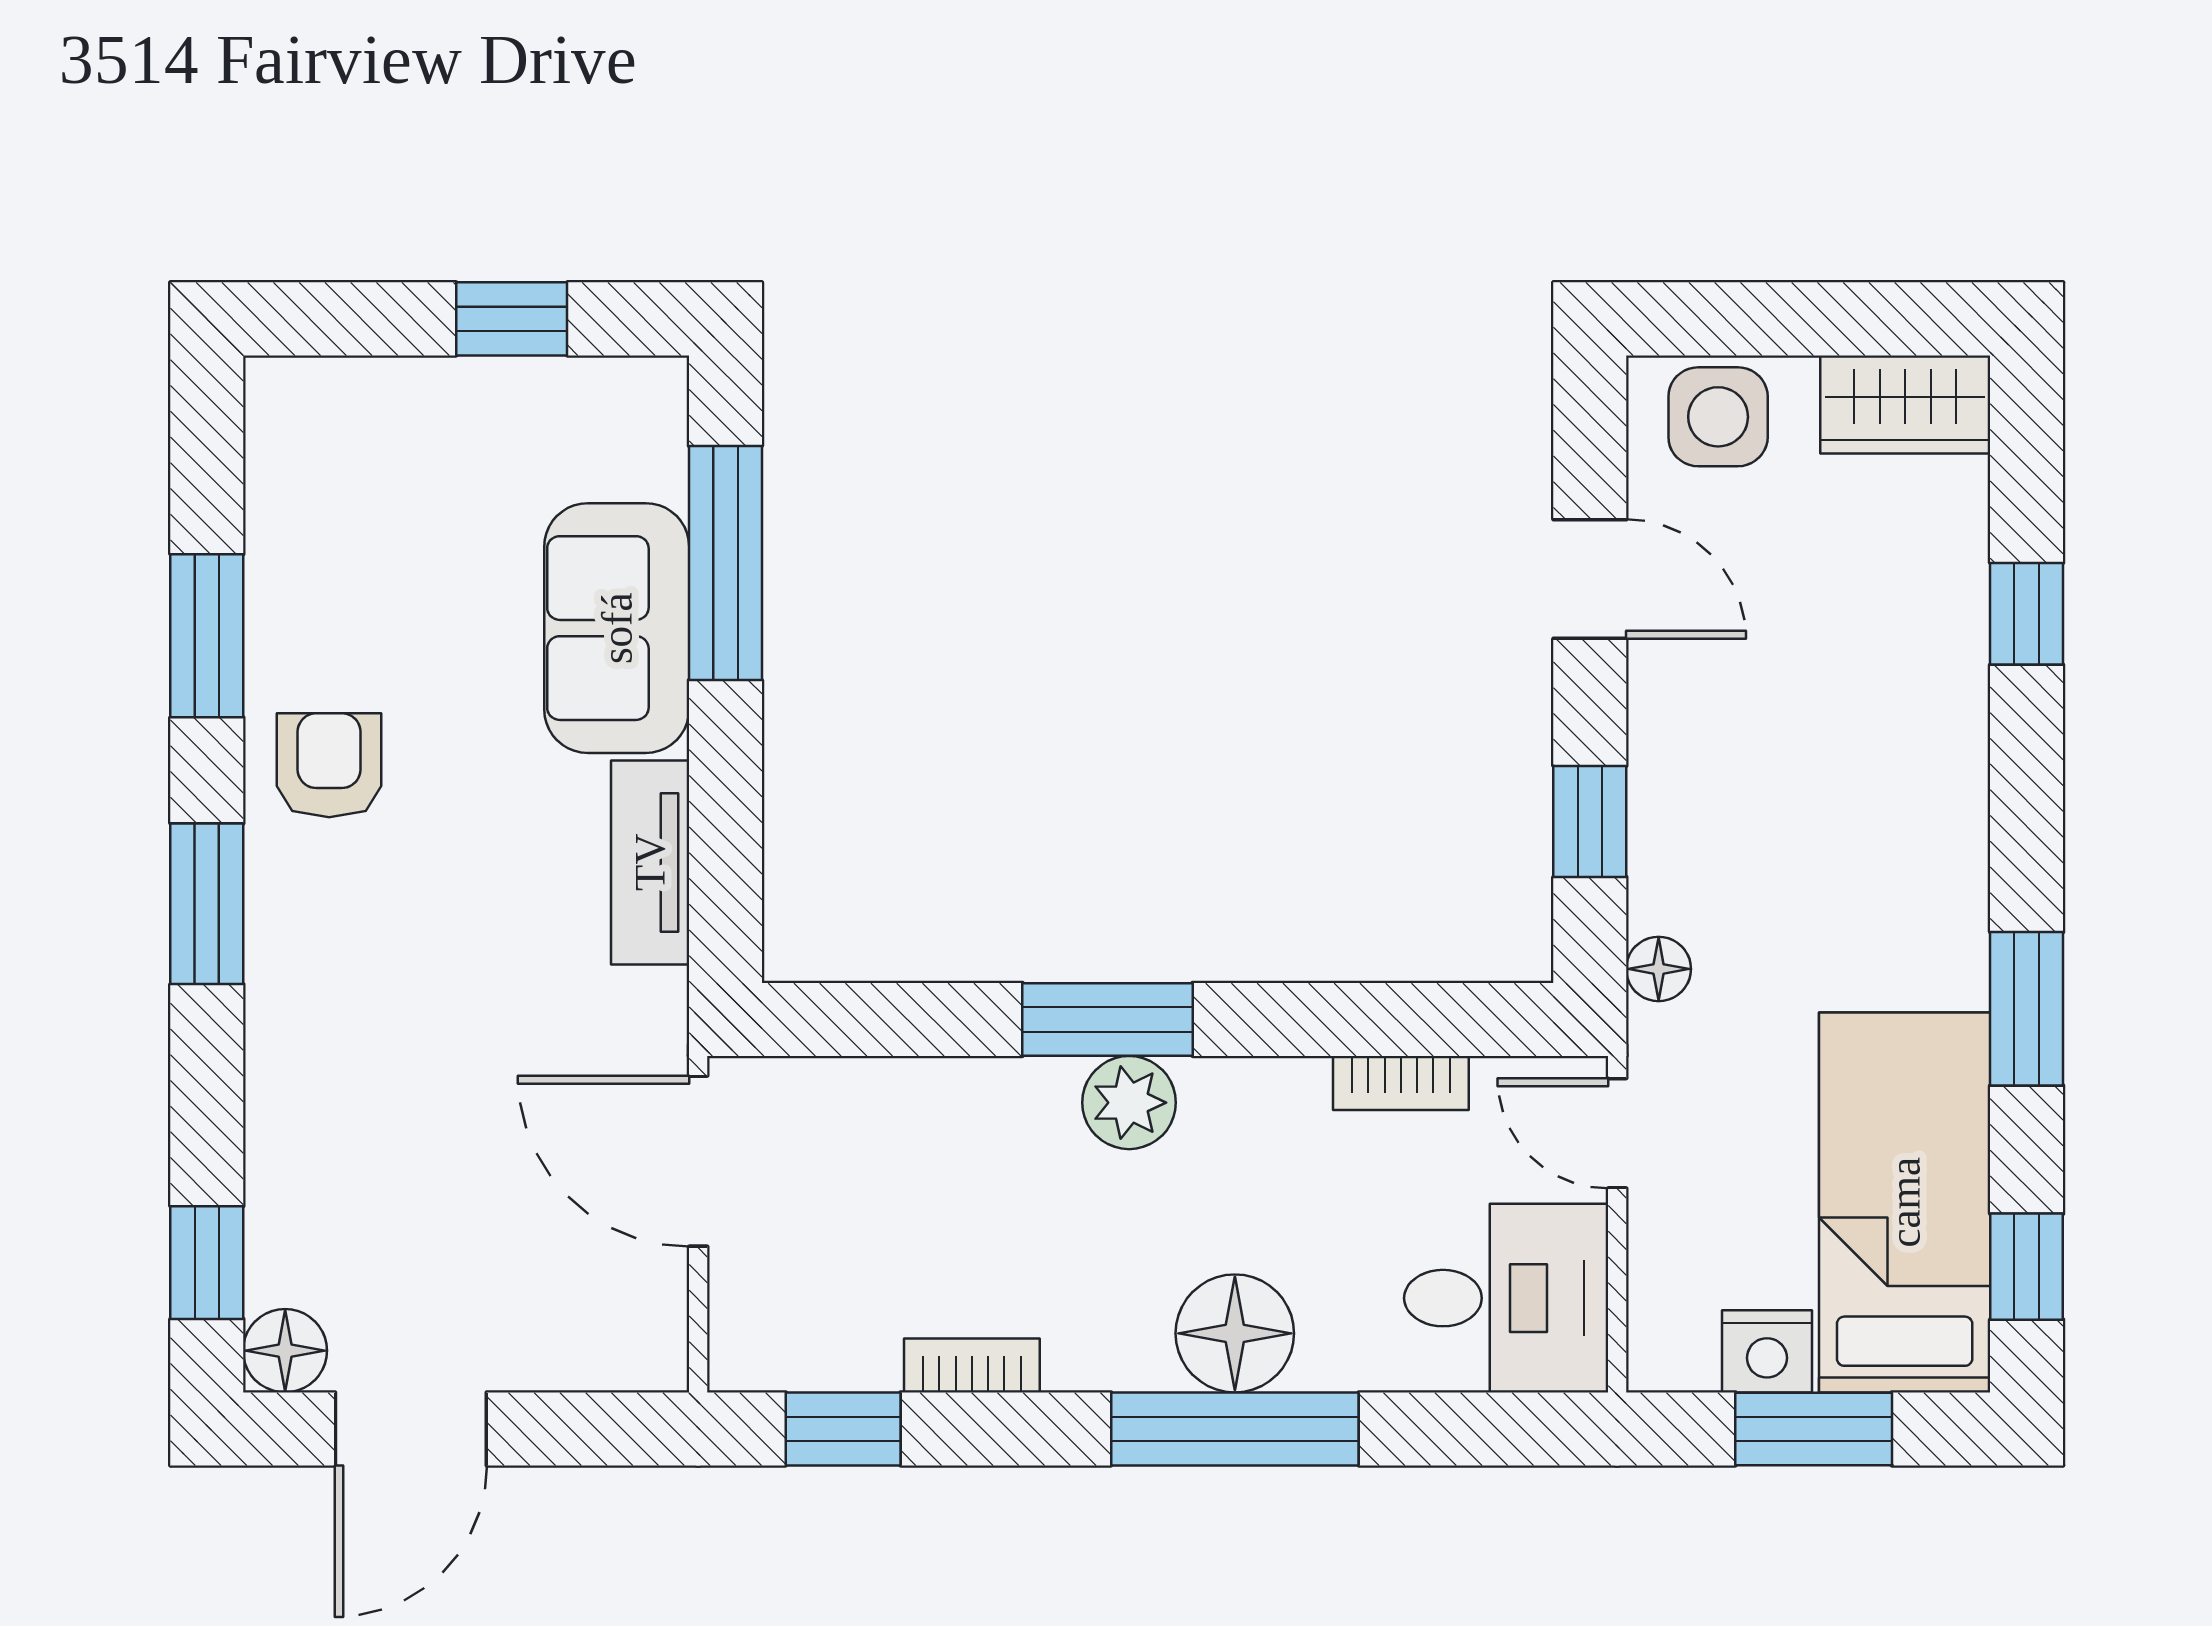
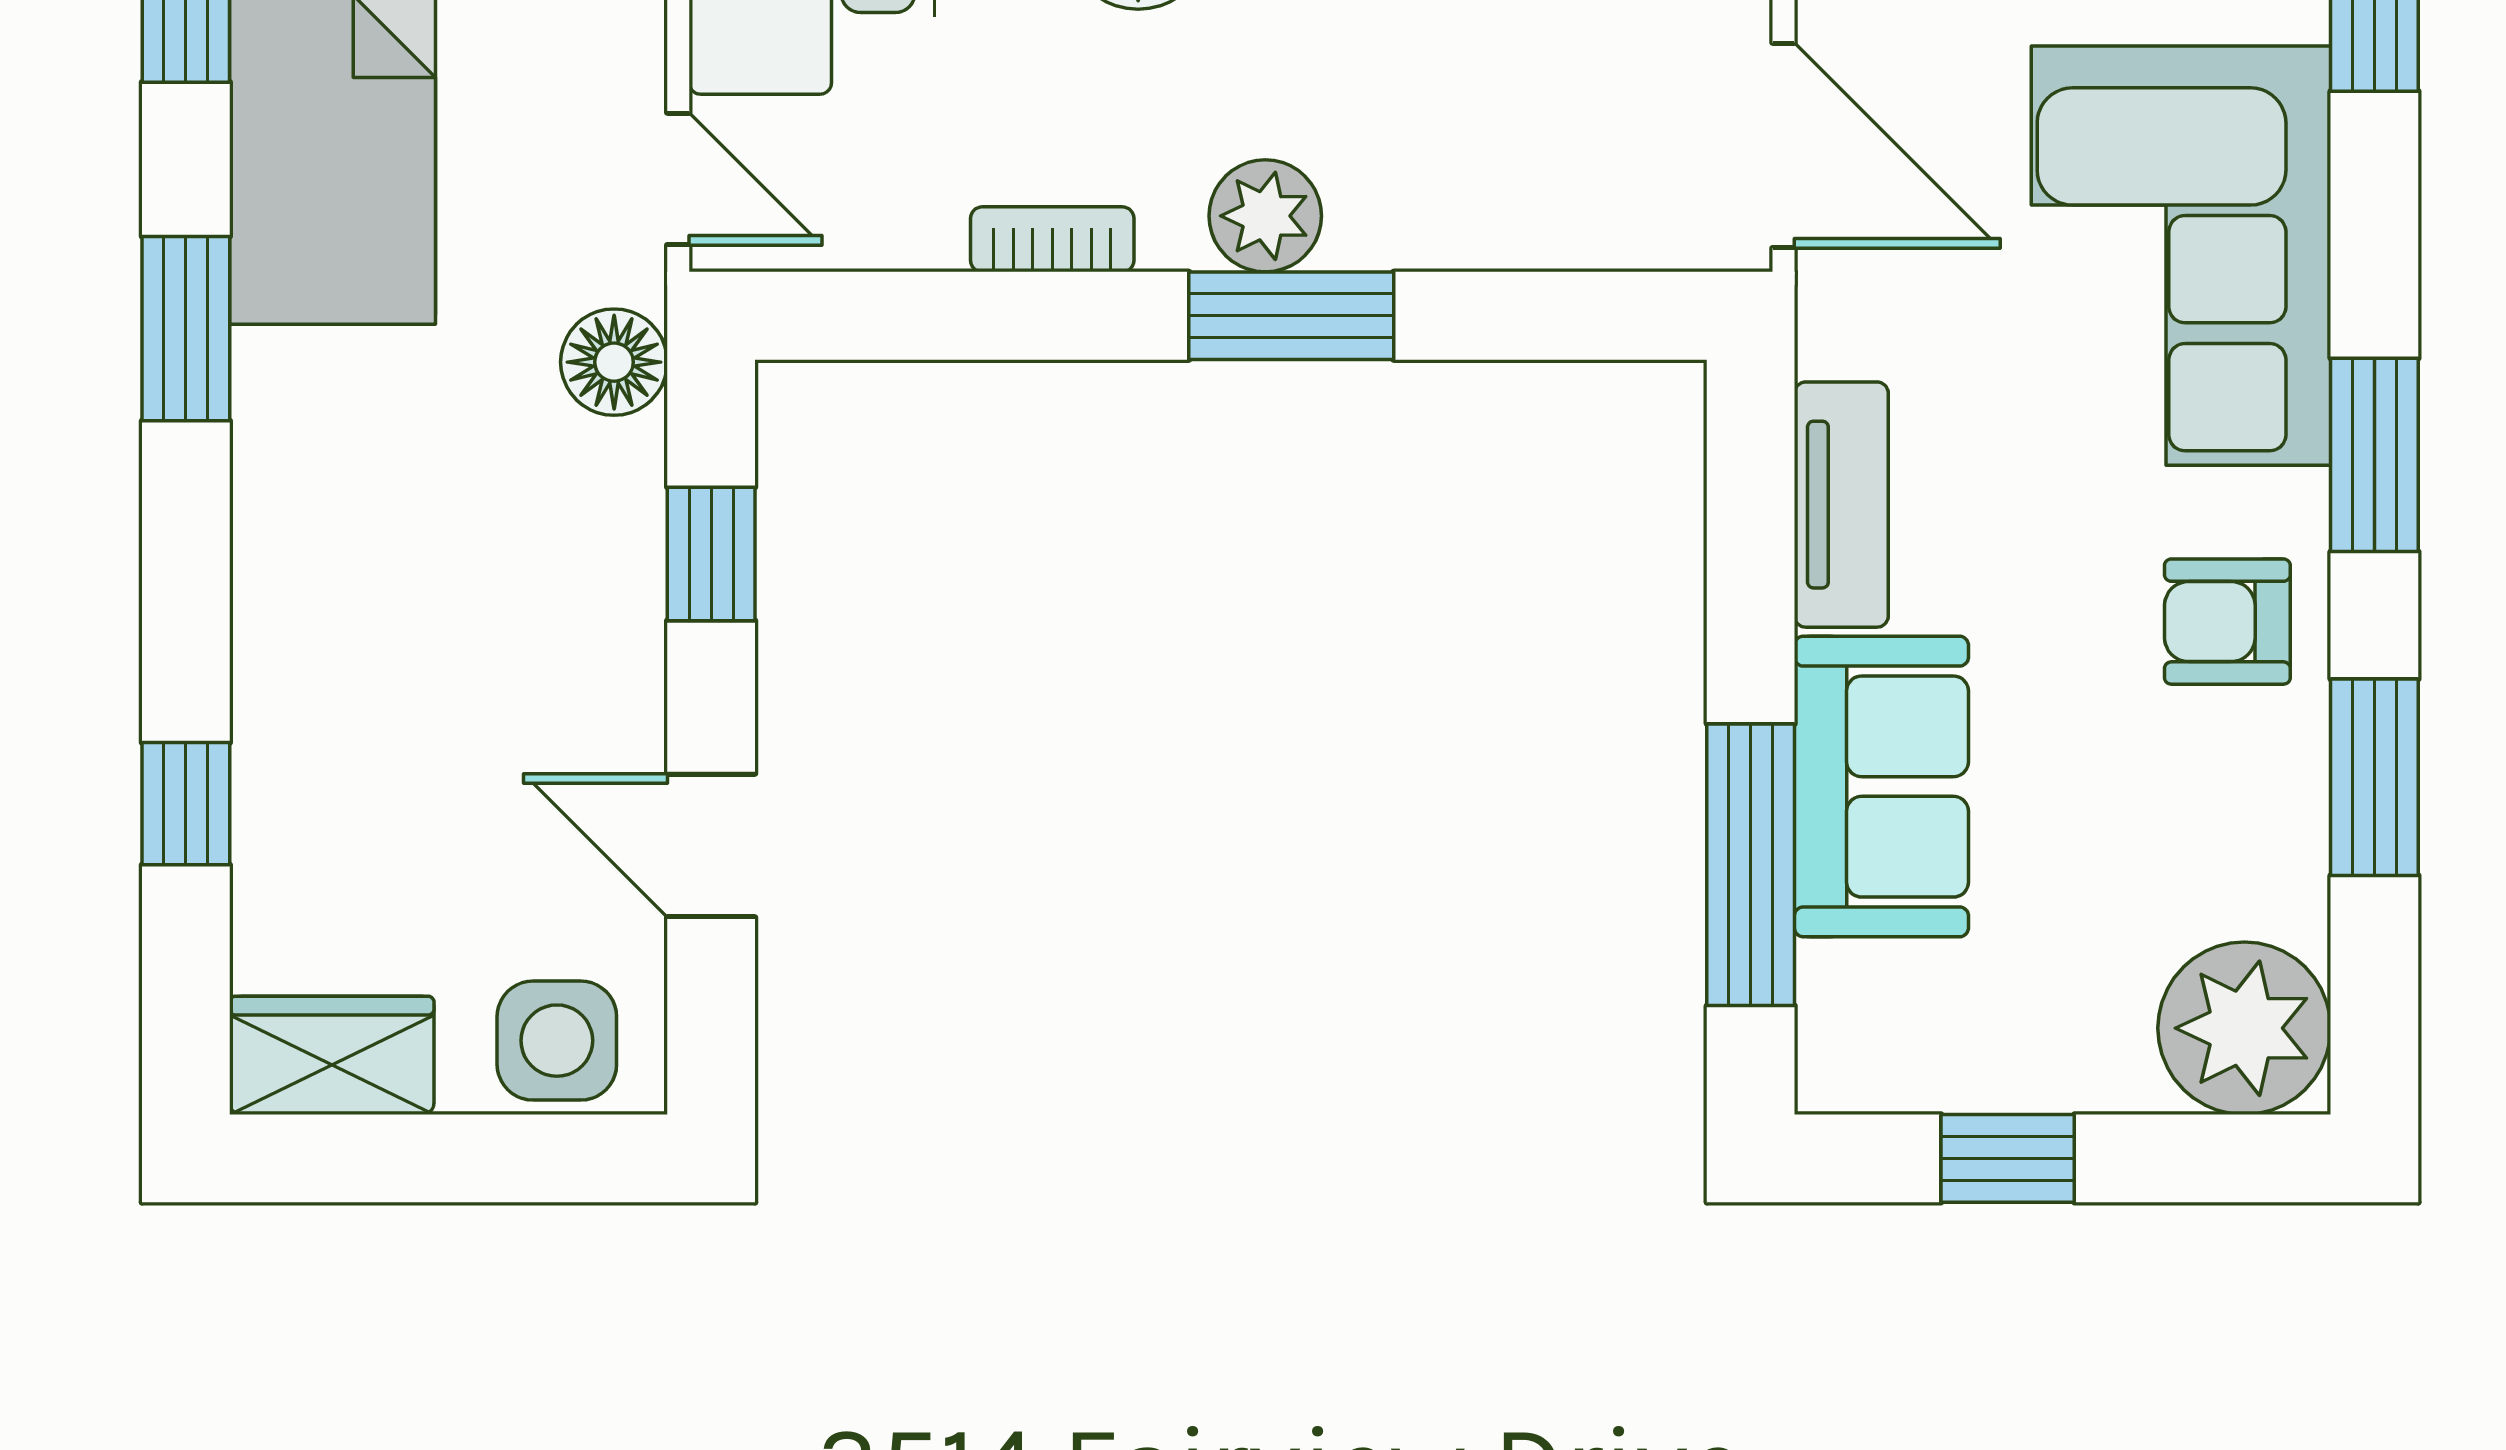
plant: (315, 427) -> (2244, 1028), added
armchair: (329, 765) -> (2227, 622), turned 90
floor lamp: (1659, 969) -> (614, 362), width x1.37, depth x1.37
corner sofa: (368, 1070) -> (2181, 256), added
bookcase: (1401, 1083) -> (1052, 239), moved

